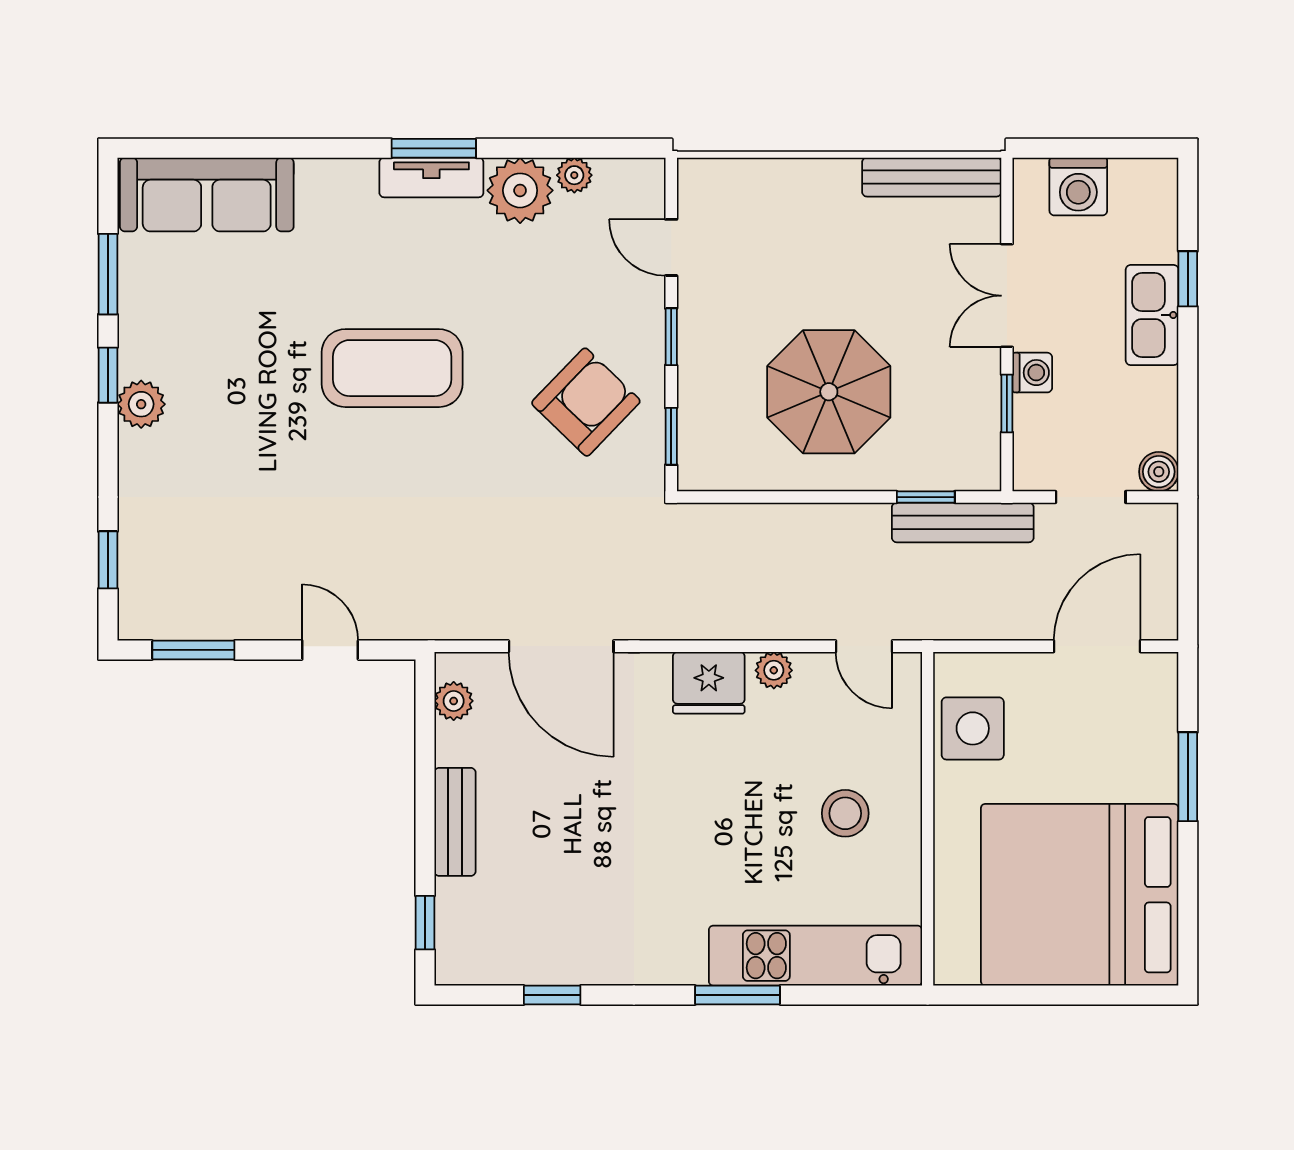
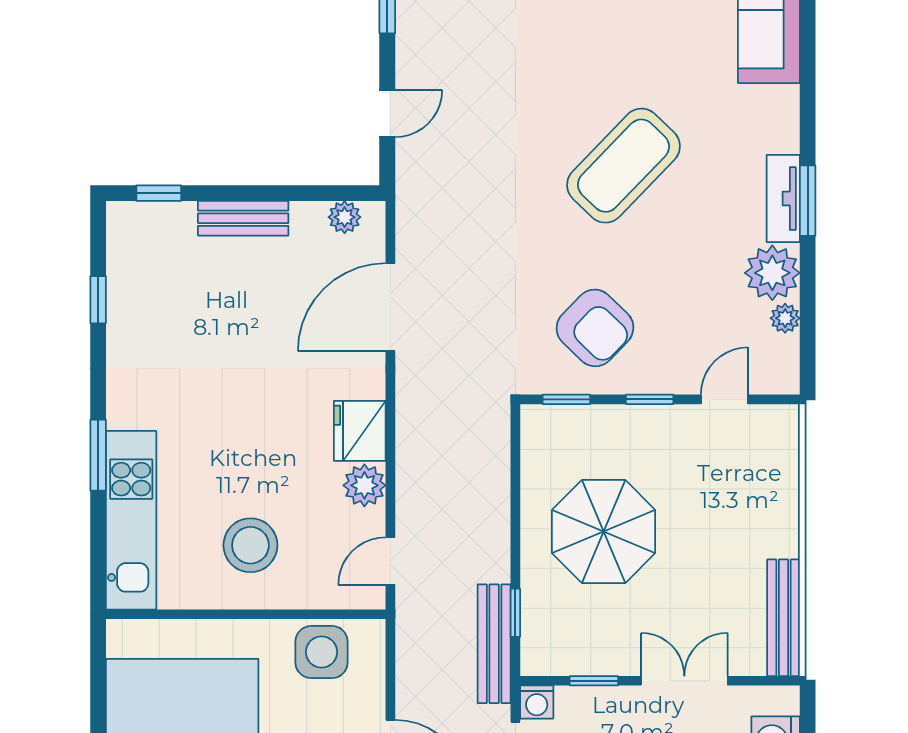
coffee table: (392, 368) -> (623, 166), turned 44
washing machine: (1032, 373) -> (537, 702), moved
plant: (774, 670) -> (364, 485), width x1.38, depth x1.38
stool: (845, 813) -> (250, 545), width x1.38, depth x1.38

